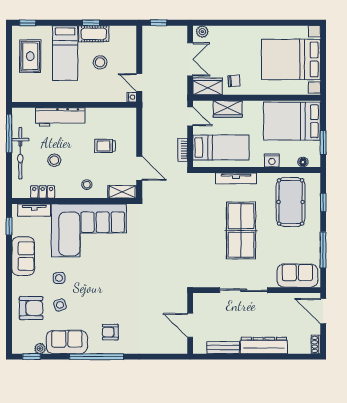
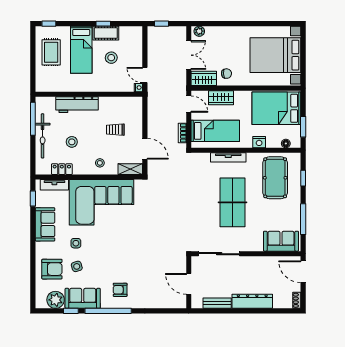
sliding door: (244, 290) -> (219, 254), moved
plant: (40, 348) -> (56, 300), width x1.88, depth x1.88
window: (32, 357) -> (71, 311), moved

